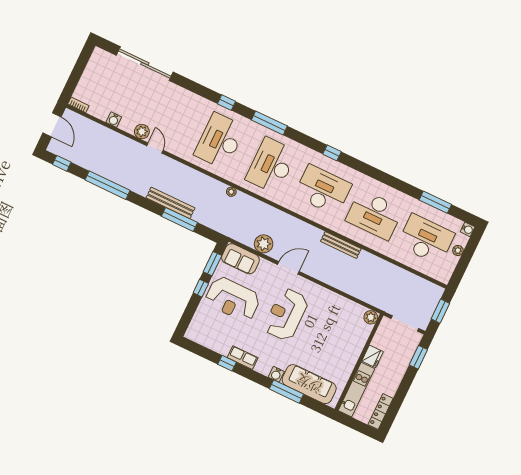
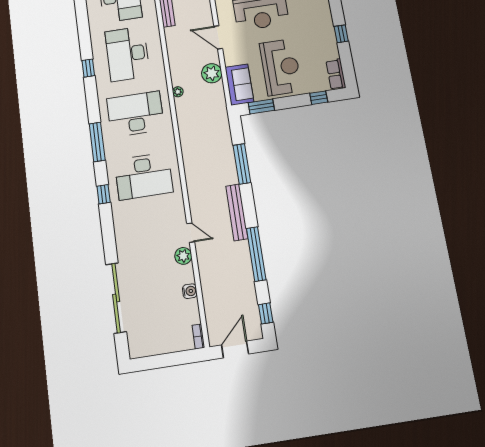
door: (155, 148) -> (191, 233), swing flipped
desk: (271, 165) -> (135, 114), turned 180
plant: (231, 192) -> (178, 92), moved
bench: (171, 203) -> (237, 212), moved
window: (201, 288) -> (319, 98), moved
row of seats: (243, 358) -> (336, 74), moved

